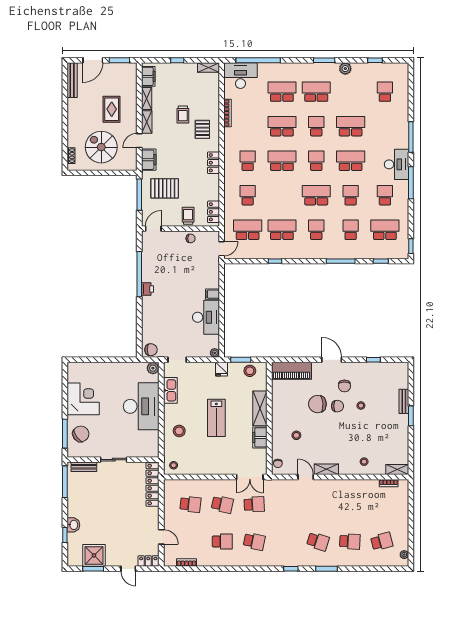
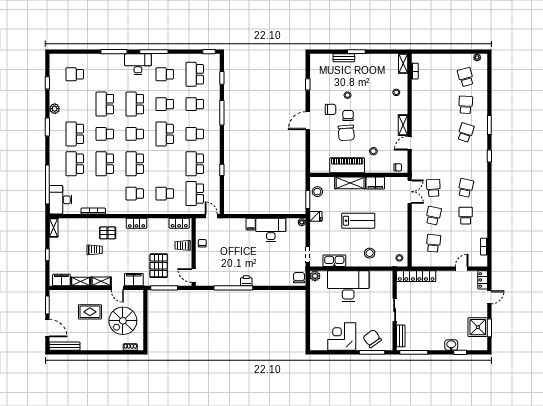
piano: (291, 371) -> (347, 165), moved, turned -90

